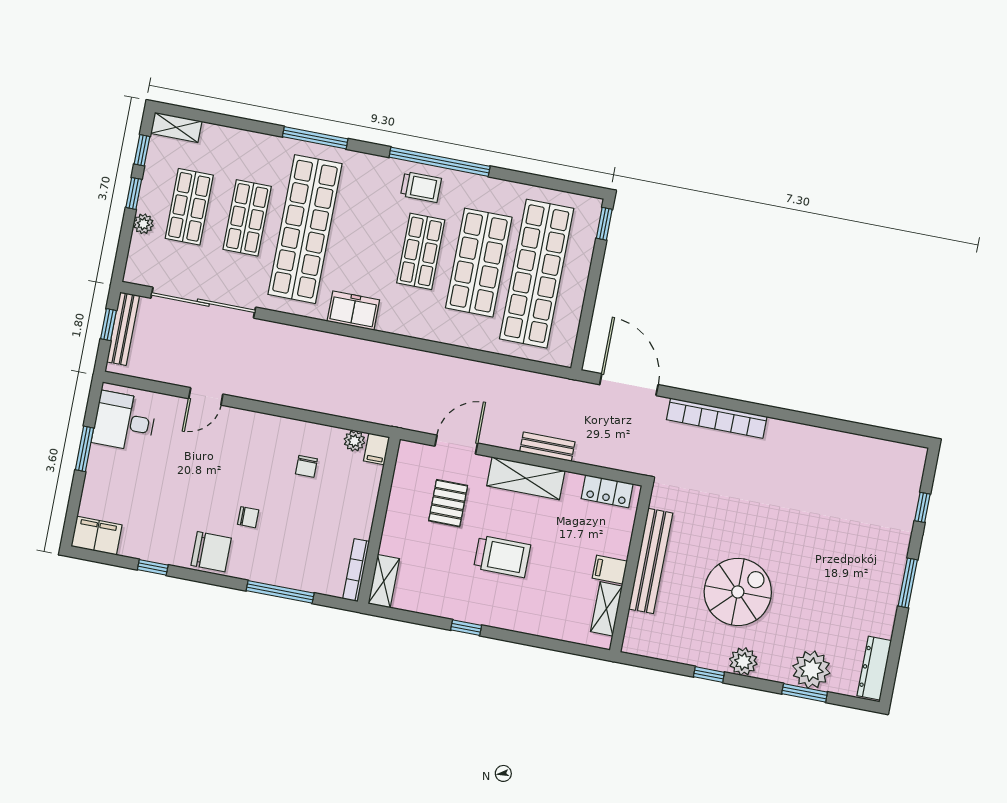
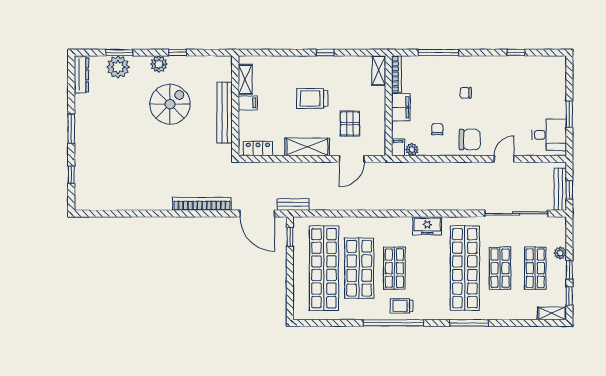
window: (604, 224) -> (290, 237), moved
bench: (547, 447) -> (293, 204), moved
filing cabinet: (97, 536) -> (401, 107), moved, turned -90
chair: (211, 552) -> (470, 139), moved, turned 180
spiral stairs: (738, 592) -> (170, 104), turned 180

